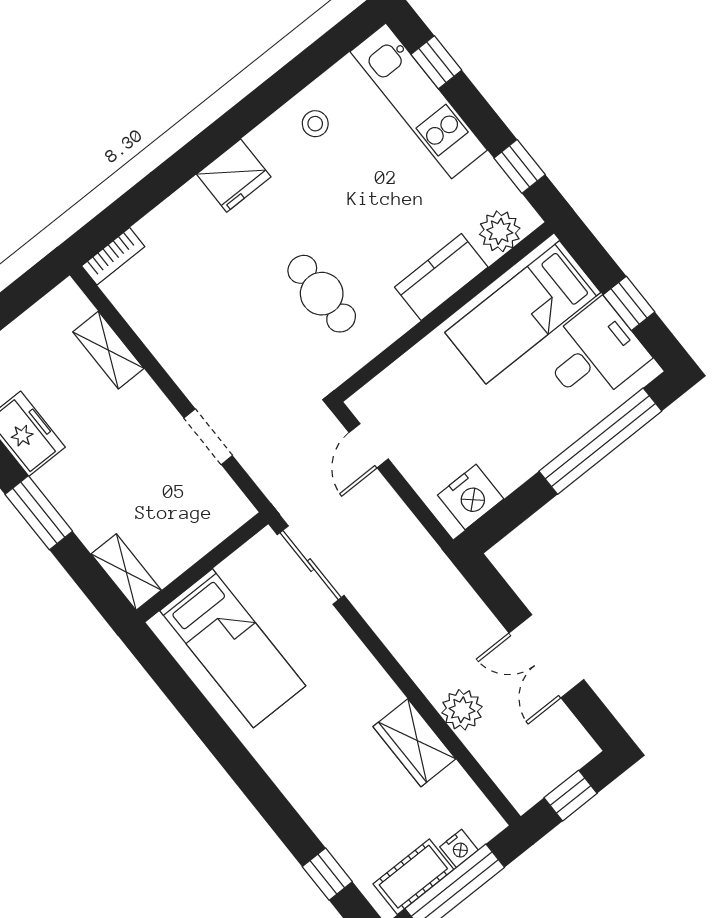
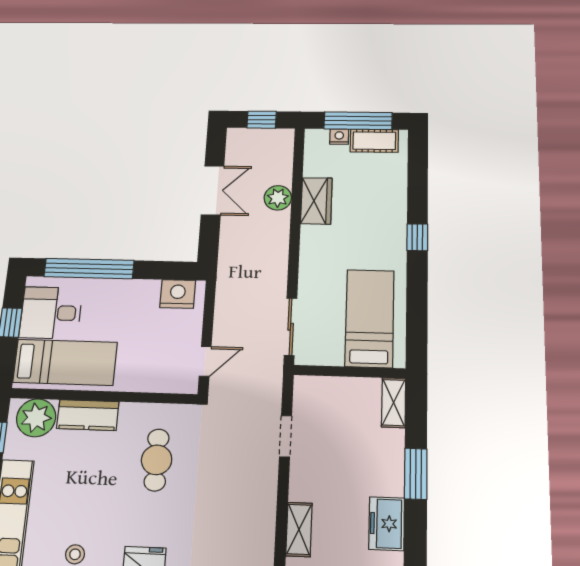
plant: (500, 231) -> (36, 418), width x1.36, depth x1.36
window: (327, 874) -> (417, 237), moved

